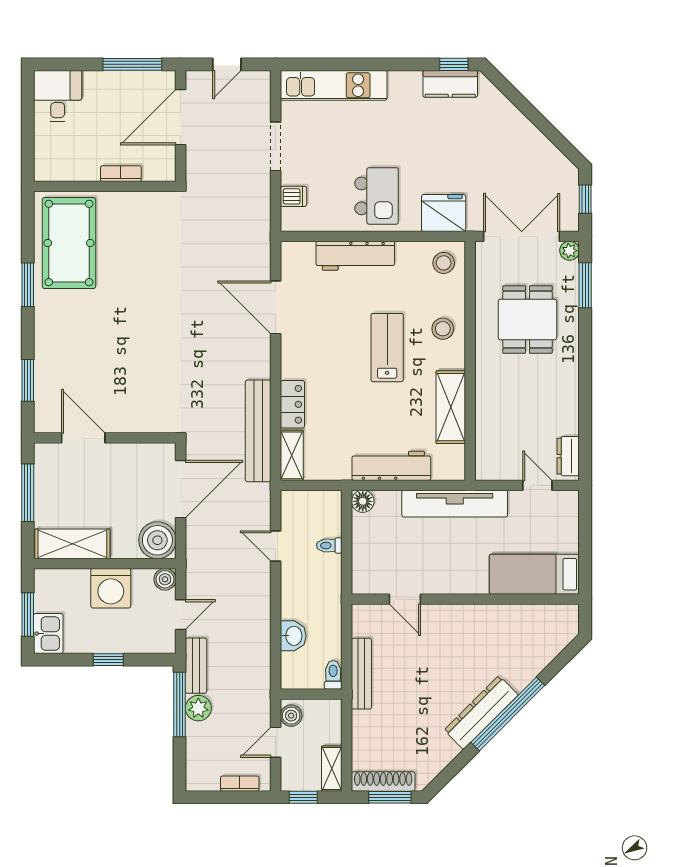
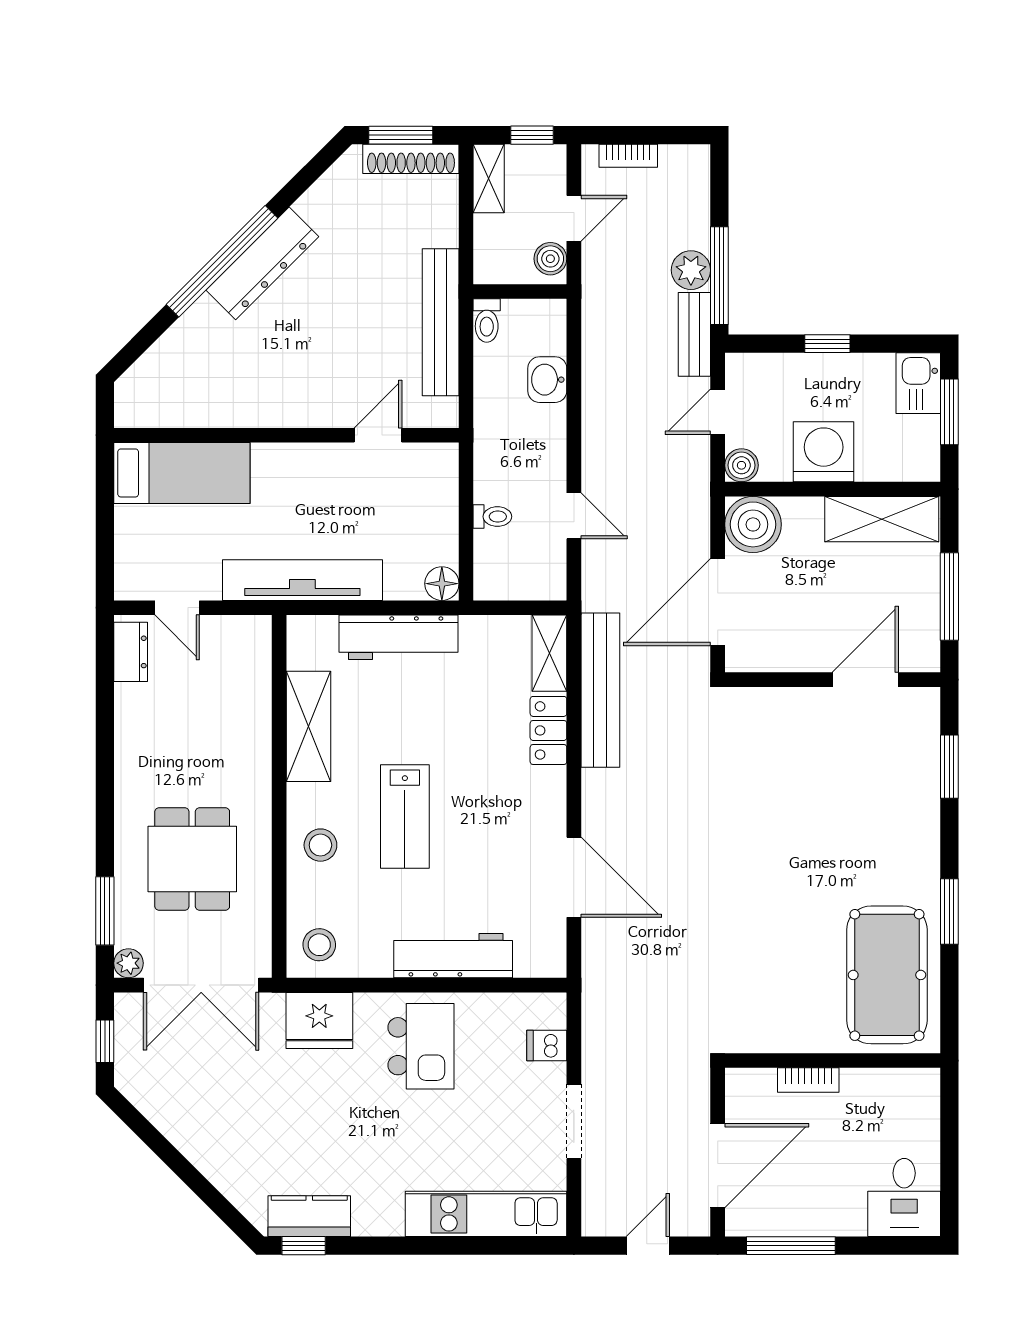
kitchen island: (377, 196) -> (421, 1046), turned 180
door: (83, 438) -> (865, 680), swing flipped
door: (405, 599) -> (378, 435), hinge flipped
bench: (361, 674) -> (441, 322), width x1.37, depth x1.21

